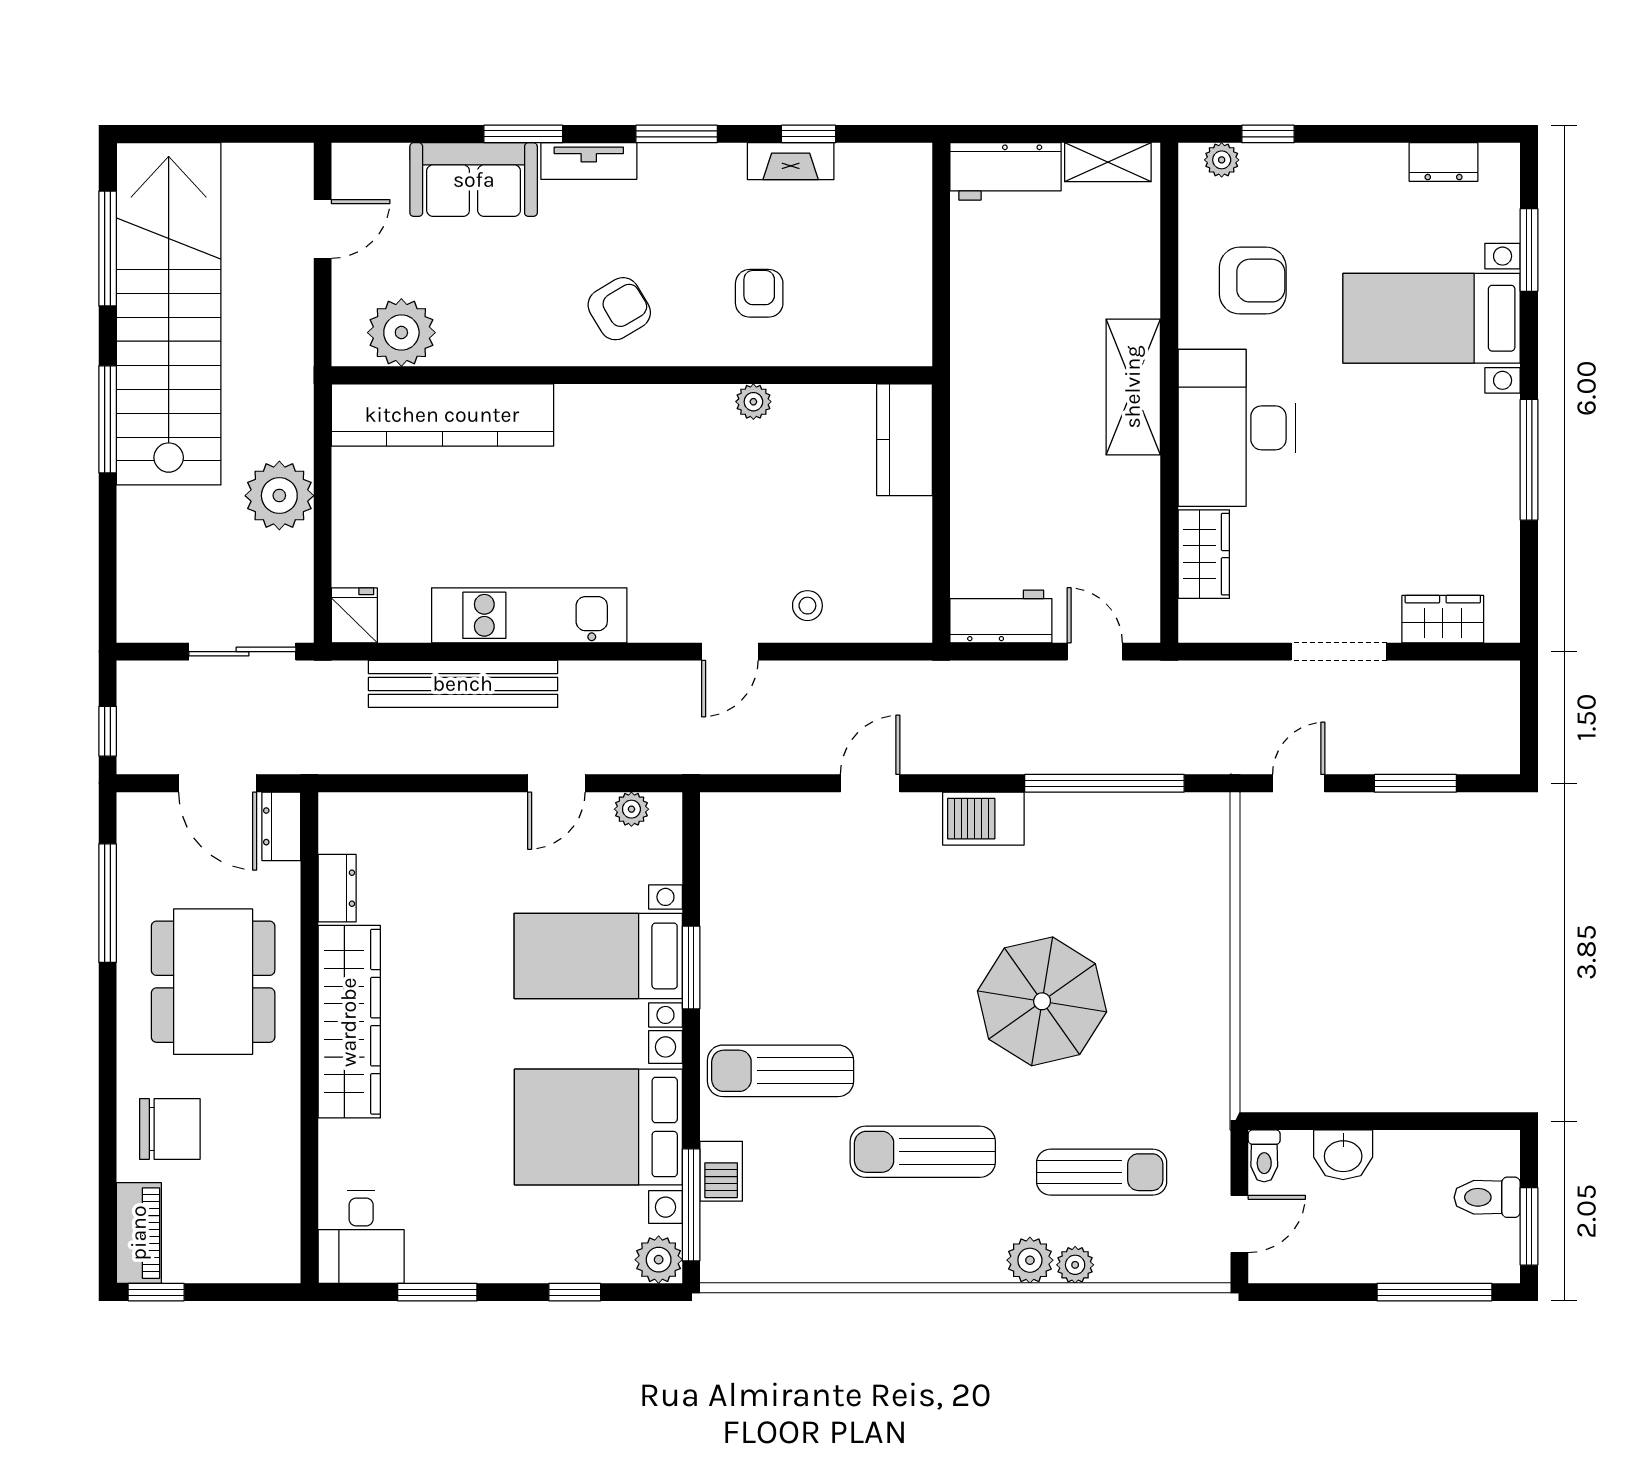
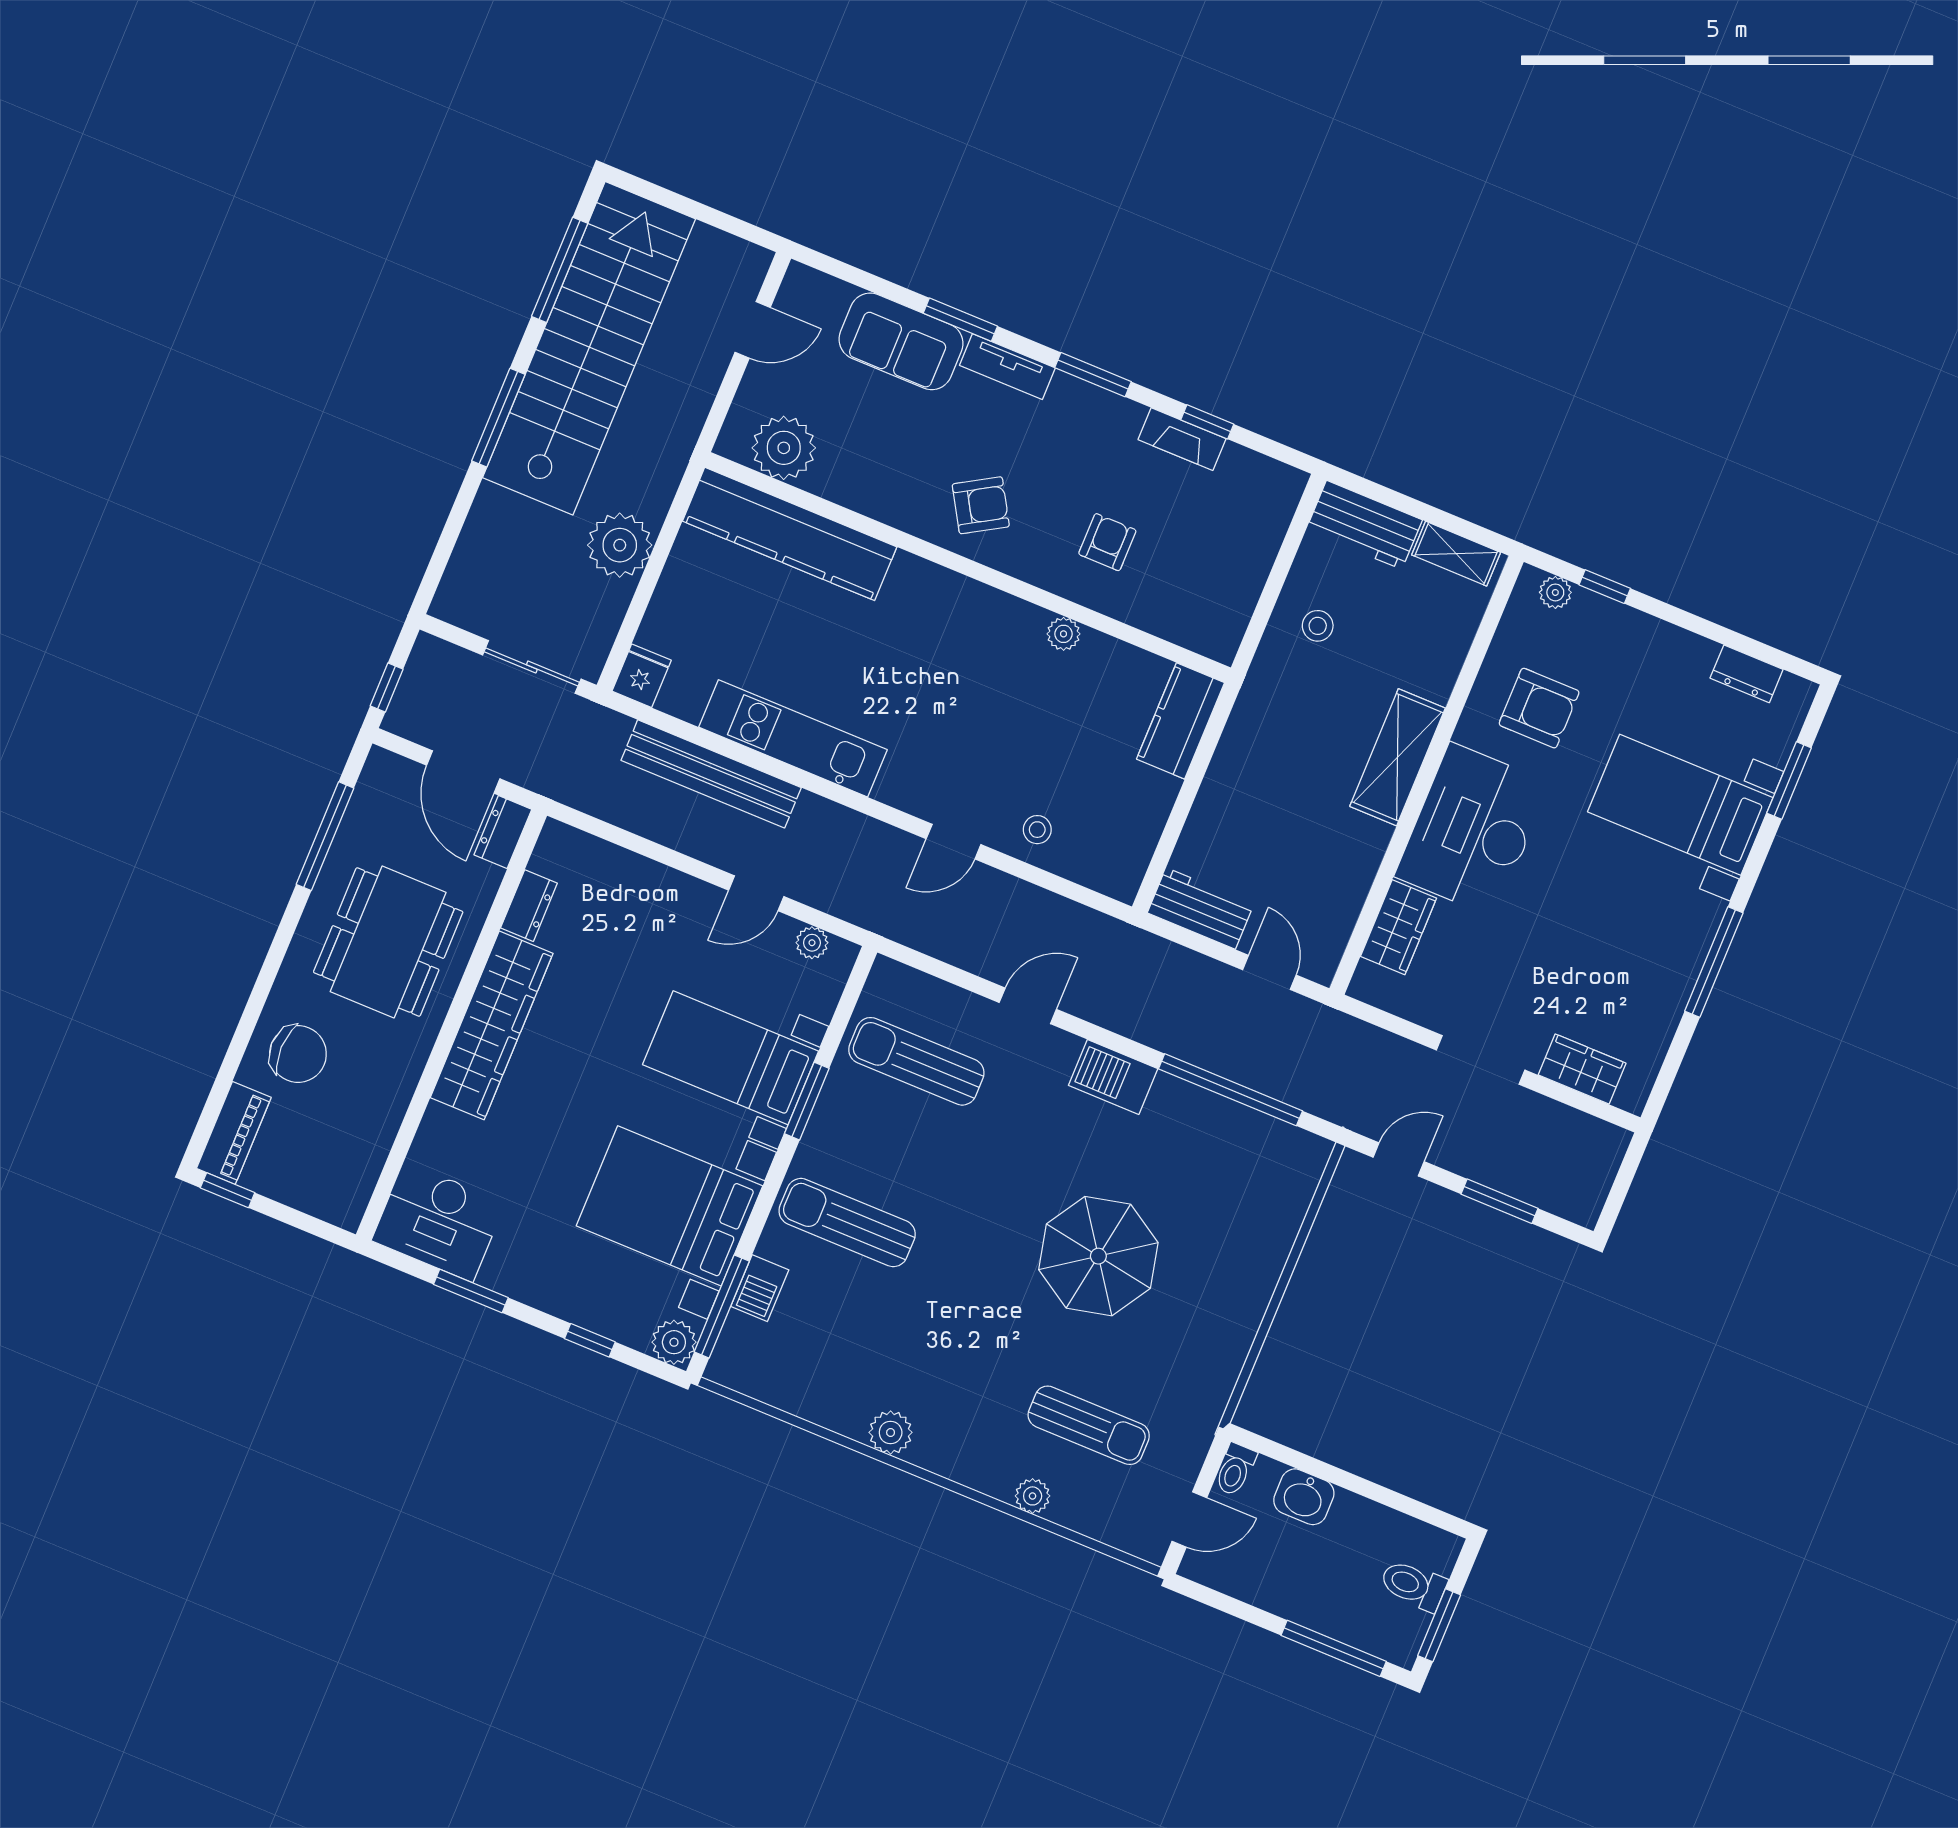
stool: (1001, 290) -> (1318, 626), added
sun lounger: (923, 1152) -> (916, 1061), moved
desk: (361, 1237) -> (439, 1222), width x1.37
plant: (1030, 1260) -> (891, 1432), moved

